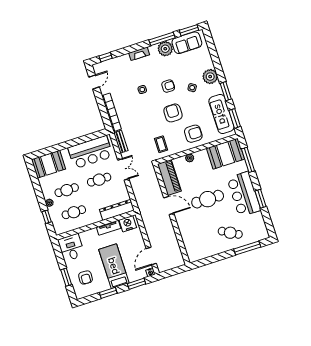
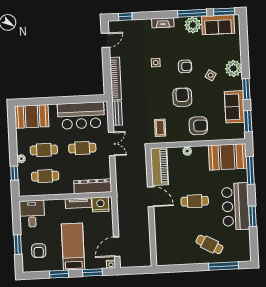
sofa: (221, 114) -> (234, 107), width x0.73
cafe table: (208, 199) -> (195, 201), width x0.73, depth x0.74

